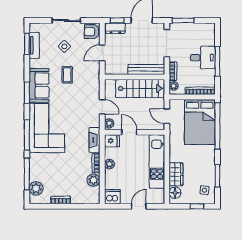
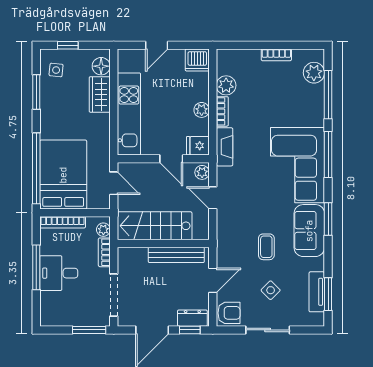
bench: (146, 69) -> (176, 255), moved

